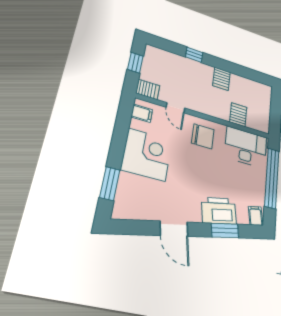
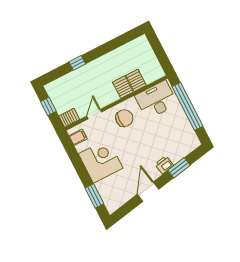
server rack: (221, 79) -> (123, 87), moved, turned 180
door: (176, 108) -> (94, 114), swing flipped
printer: (219, 211) -> (164, 165), width x0.53, depth x0.68
filing cabinet: (256, 216) -> (193, 142), removed
door: (174, 229) -> (148, 192), swing flipped

